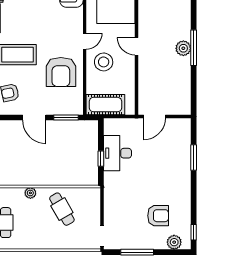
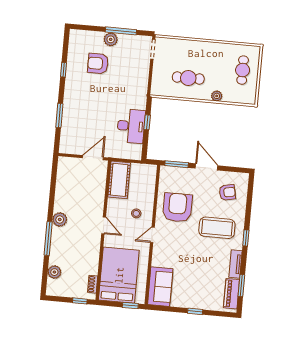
window: (194, 48) -> (48, 239), moved
stool: (104, 62) -> (136, 213), width x0.53, depth x0.53
cot: (105, 105) -> (119, 180), moved, turned 90
cafe table: (62, 209) -> (188, 78), turned -60
window: (194, 232) -> (64, 70), moved
plant: (174, 242) -> (111, 39), moved

